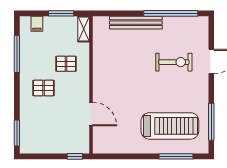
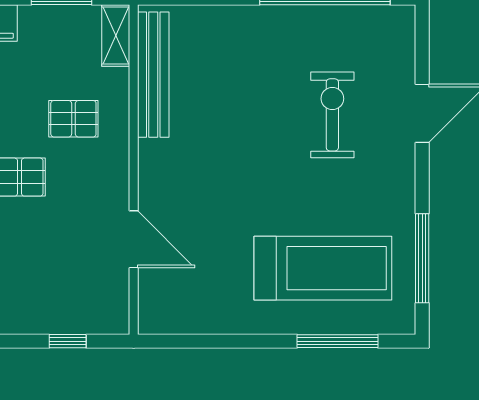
bench: (136, 23) -> (153, 75), moved, turned 90
exercise bike: (174, 62) -> (332, 115), turned -90
window: (75, 156) -> (68, 341), moved

